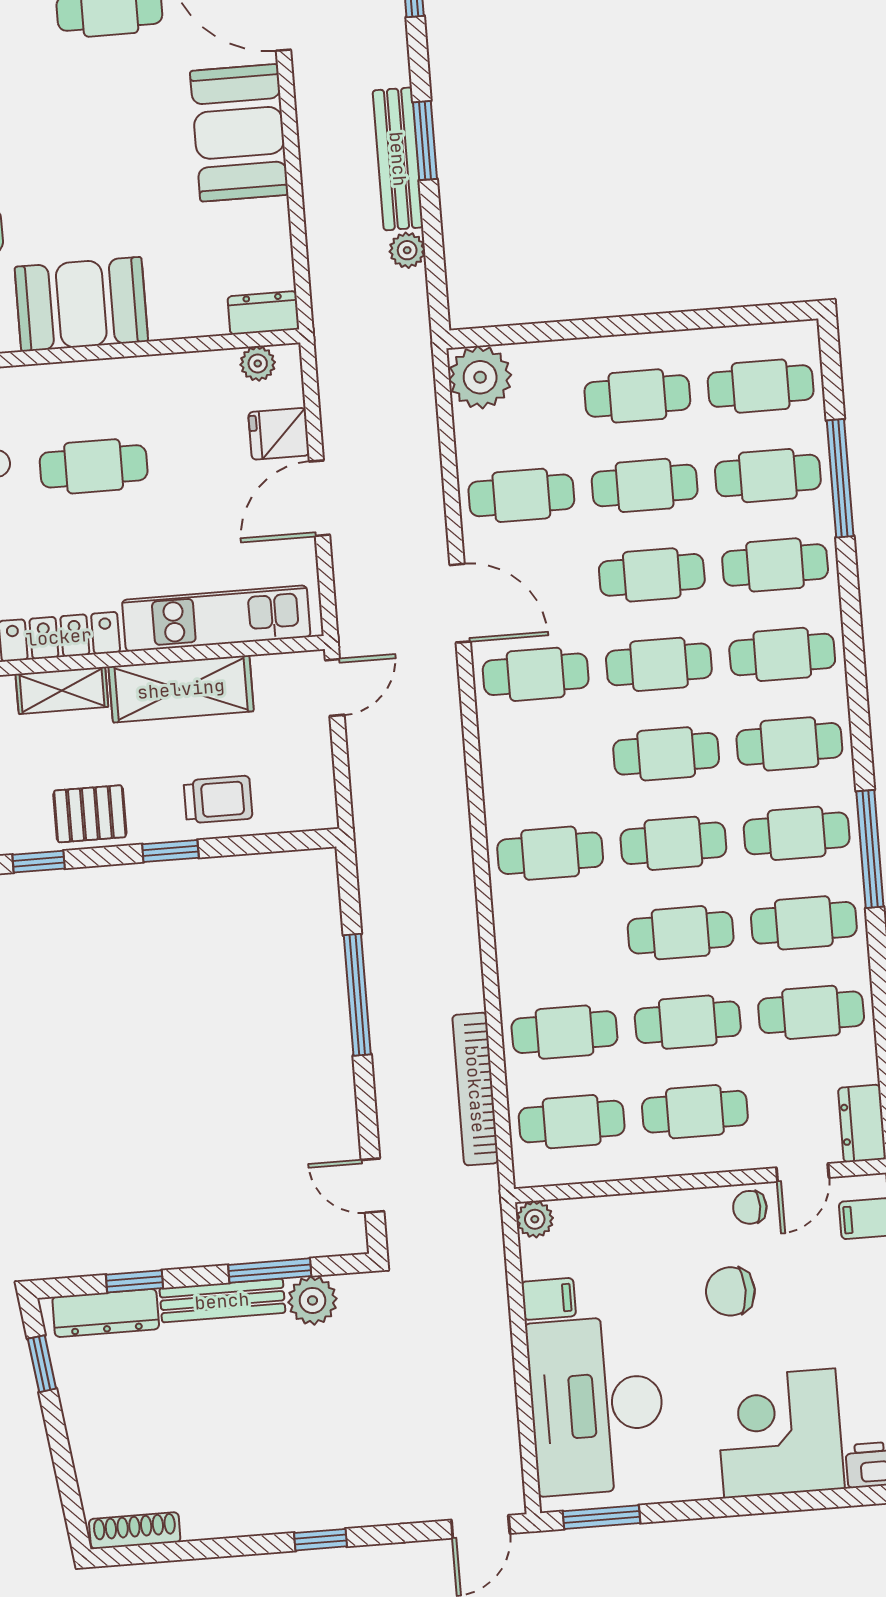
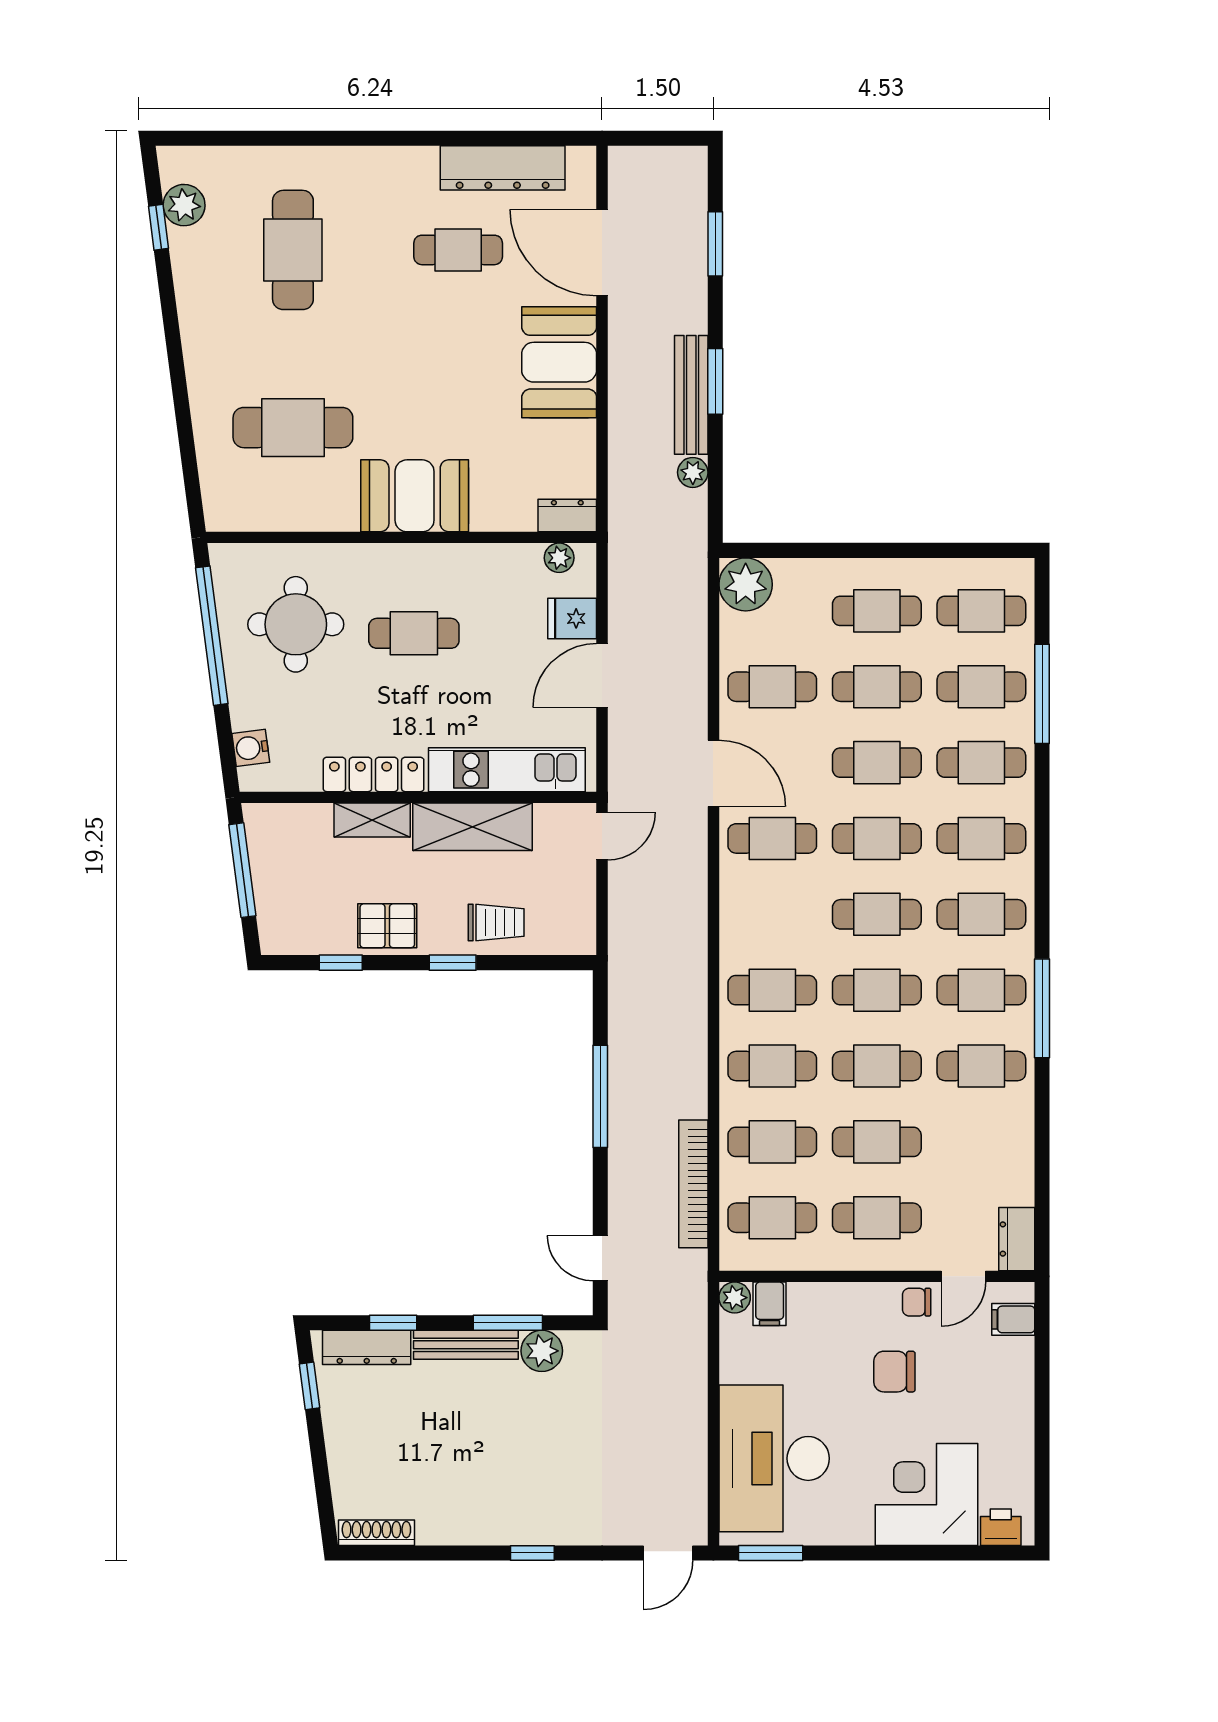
cafe table: (811, 1012) -> (772, 1066), moved
filing cabinet: (549, 1299) -> (770, 1304), moved, turned 90

